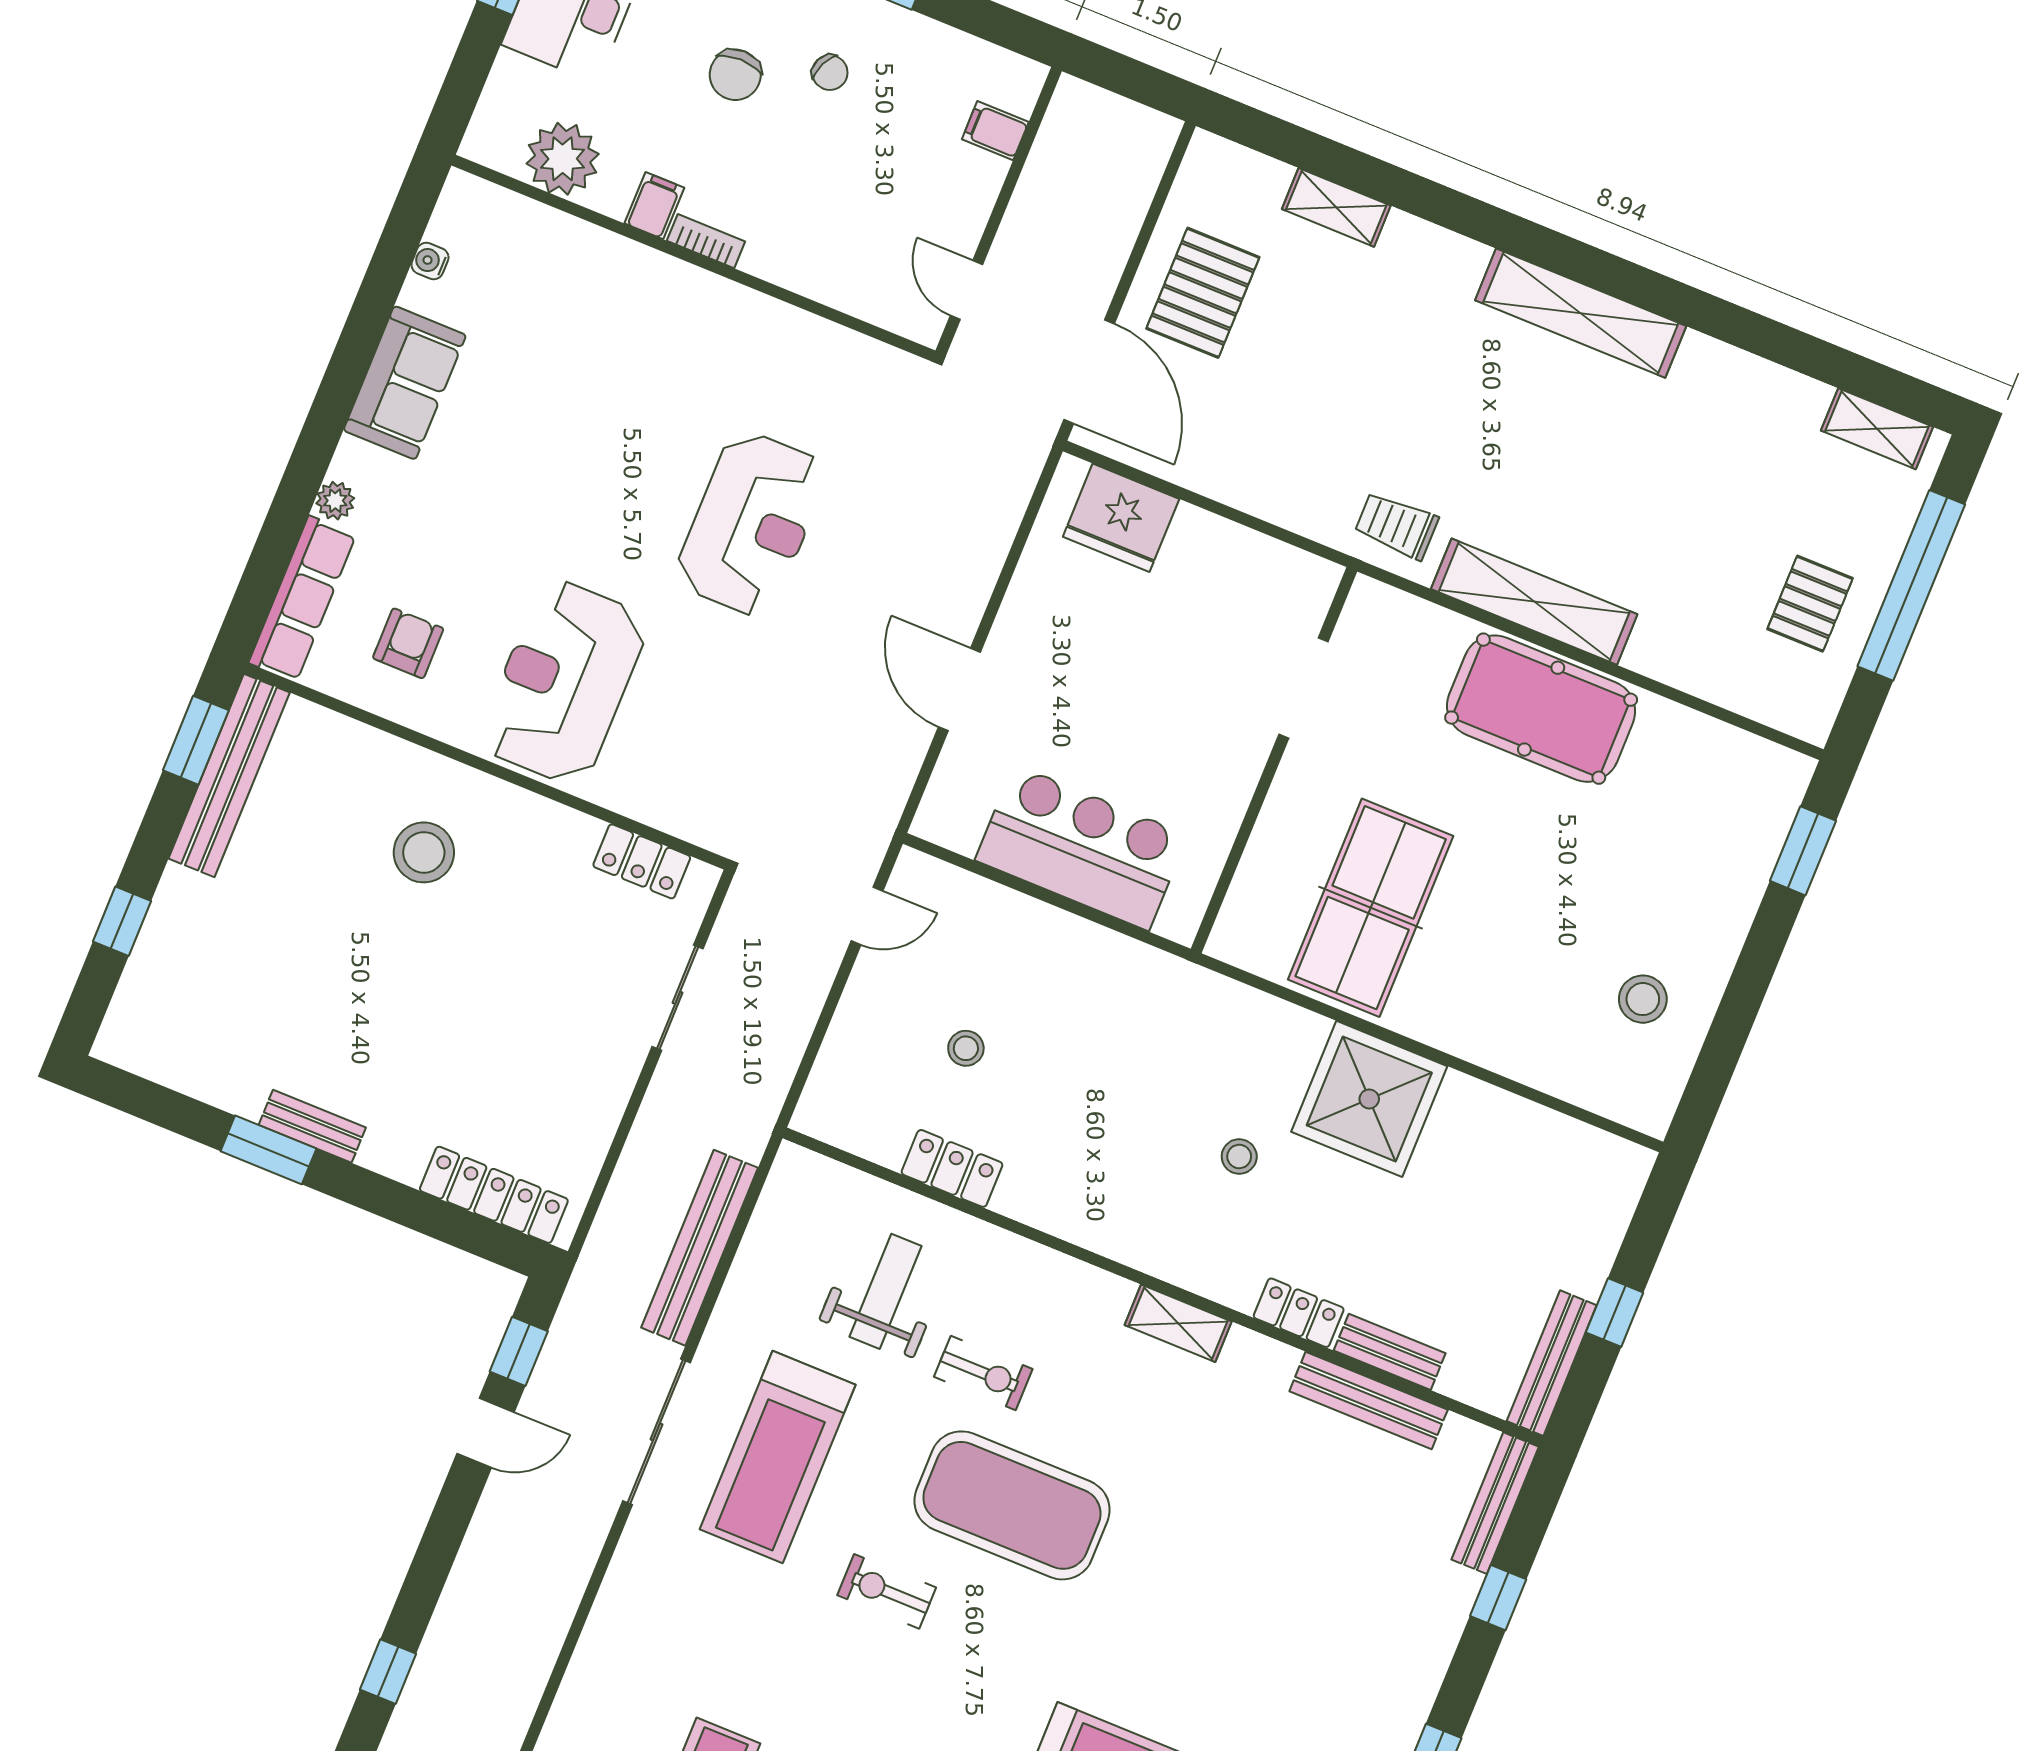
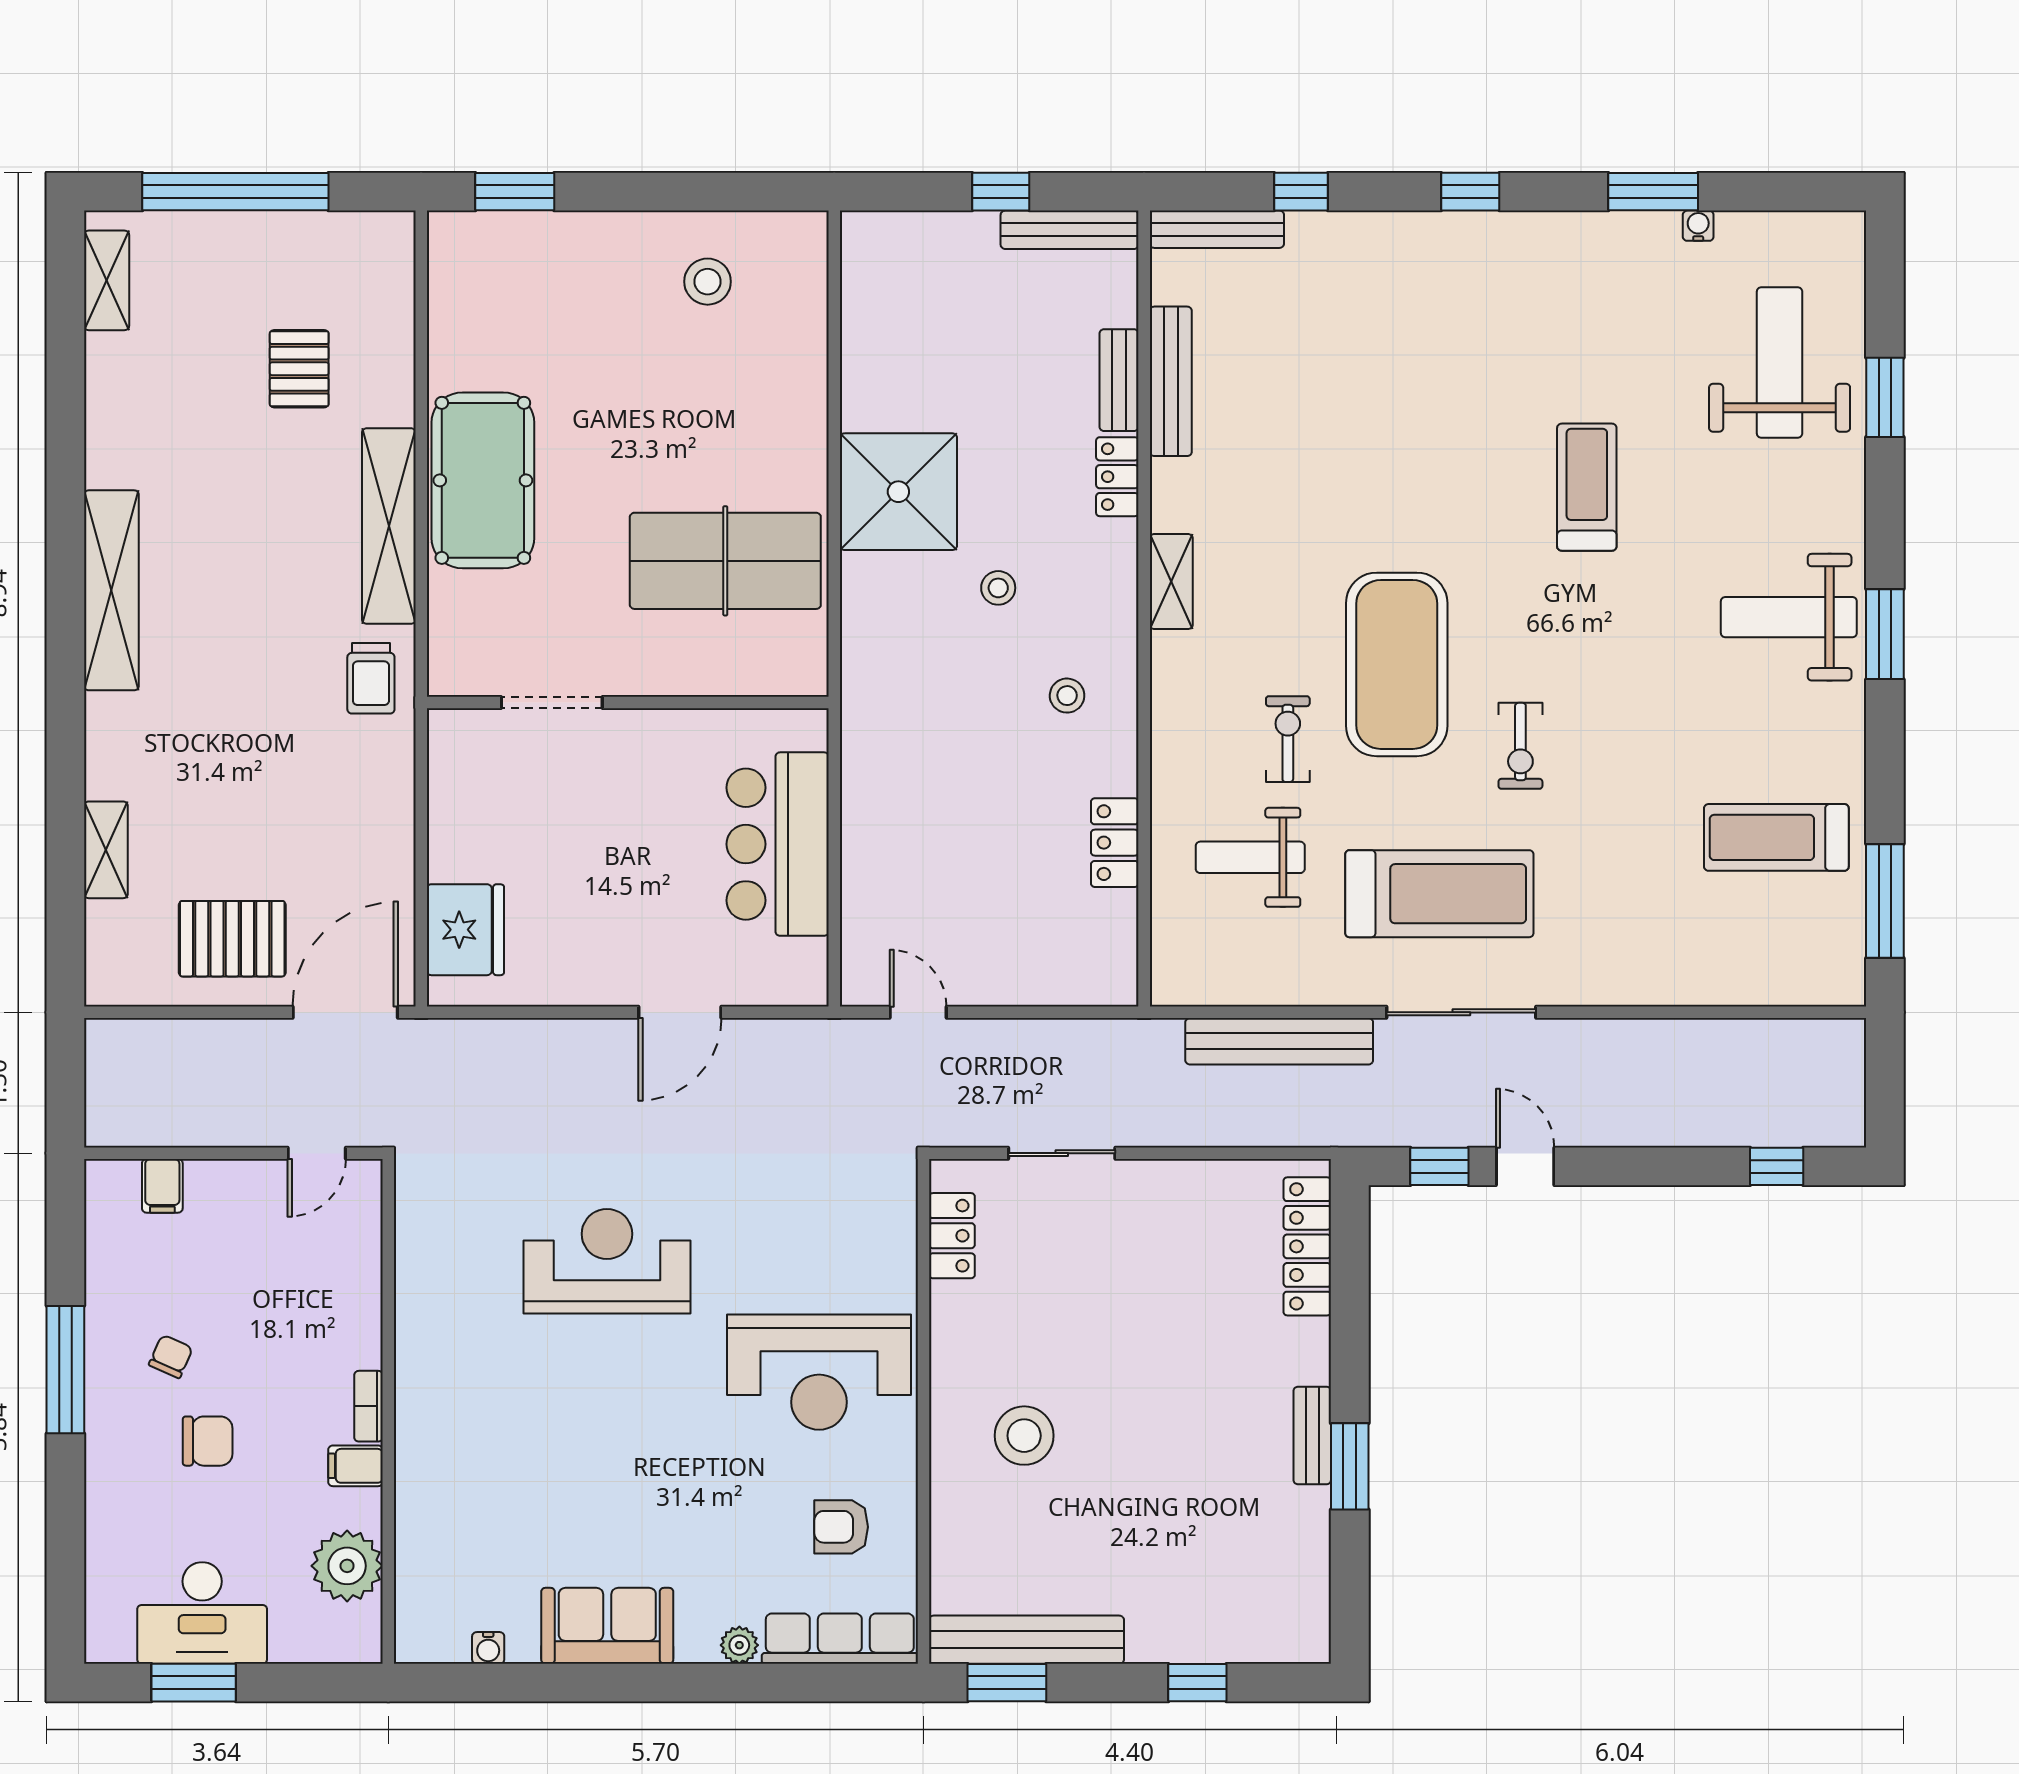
pallet: (1810, 604) -> (299, 369), moved, turned 90
stool: (966, 1048) -> (1067, 696), moved

